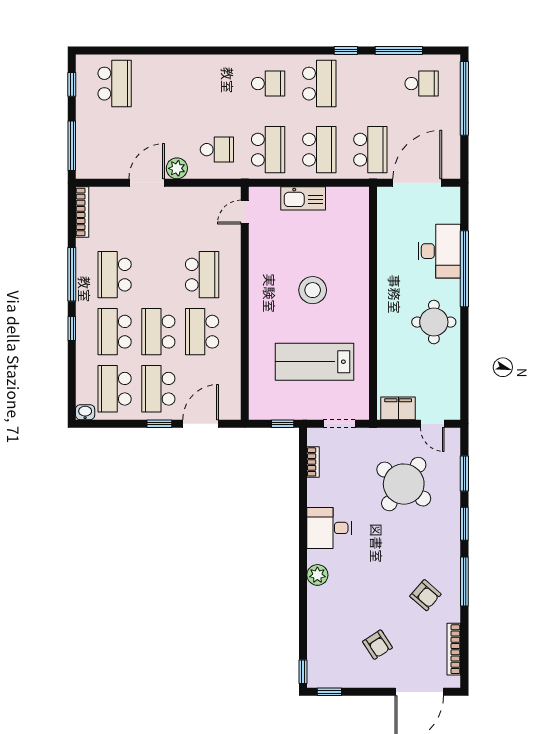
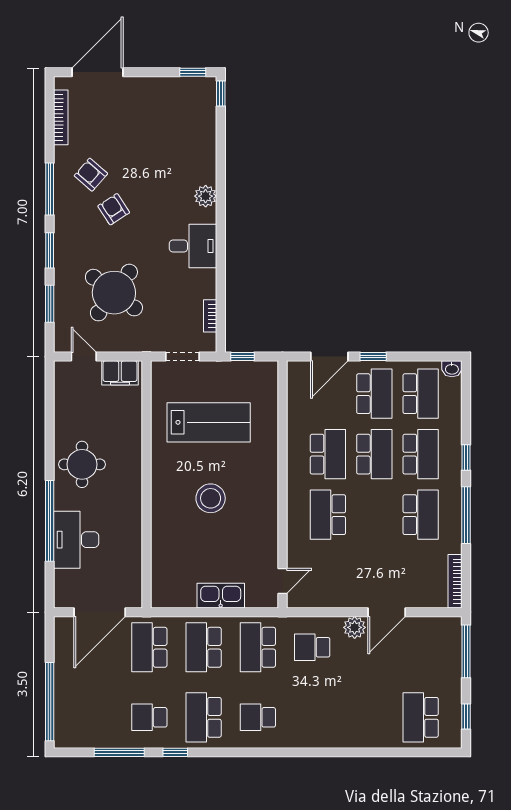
school desk: (422, 84) -> (149, 717), moved
armchair: (377, 645) -> (114, 209), moved

